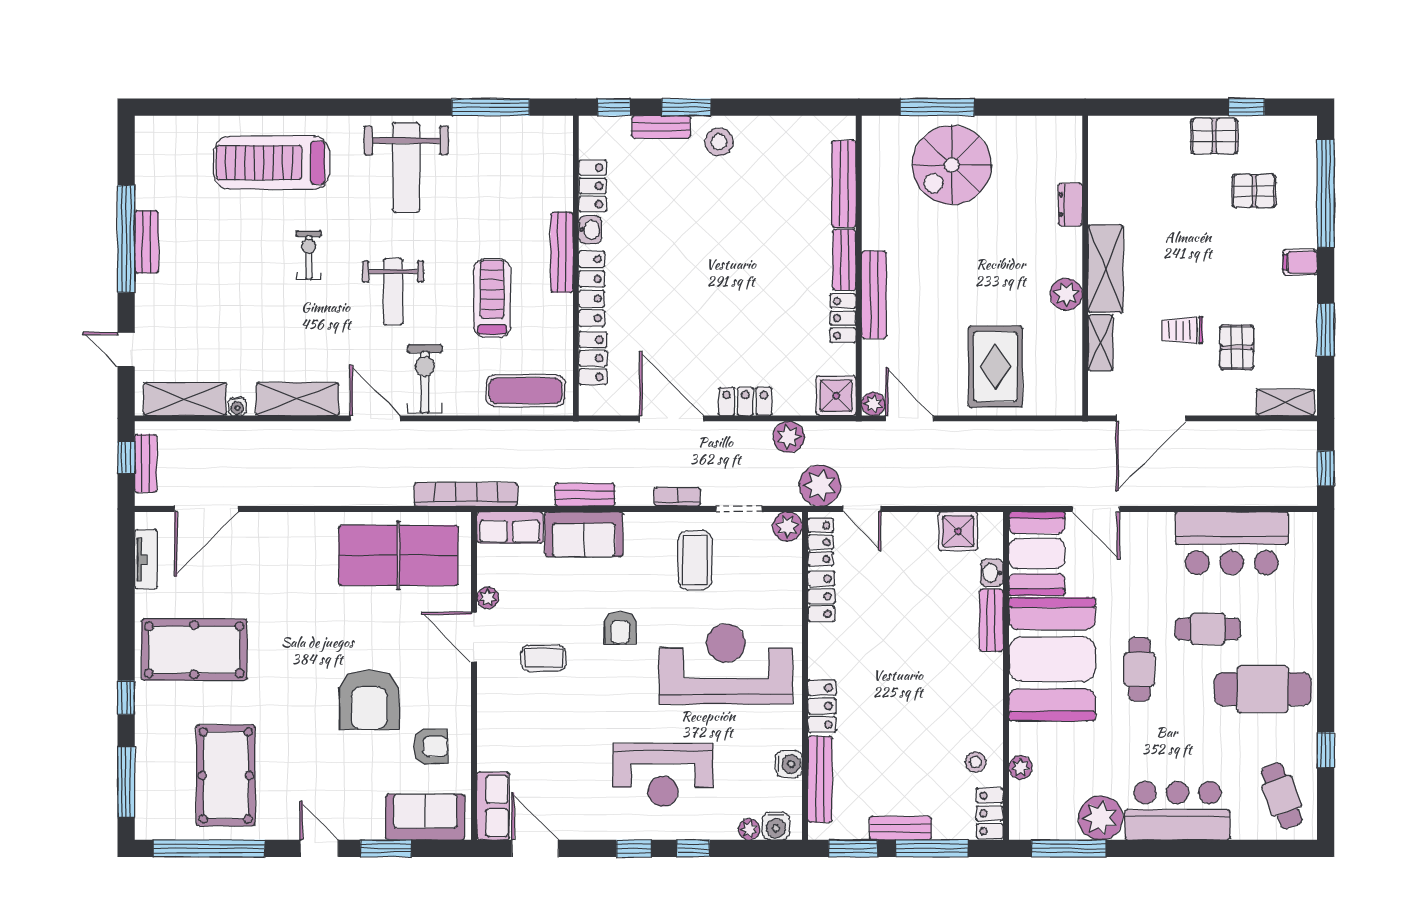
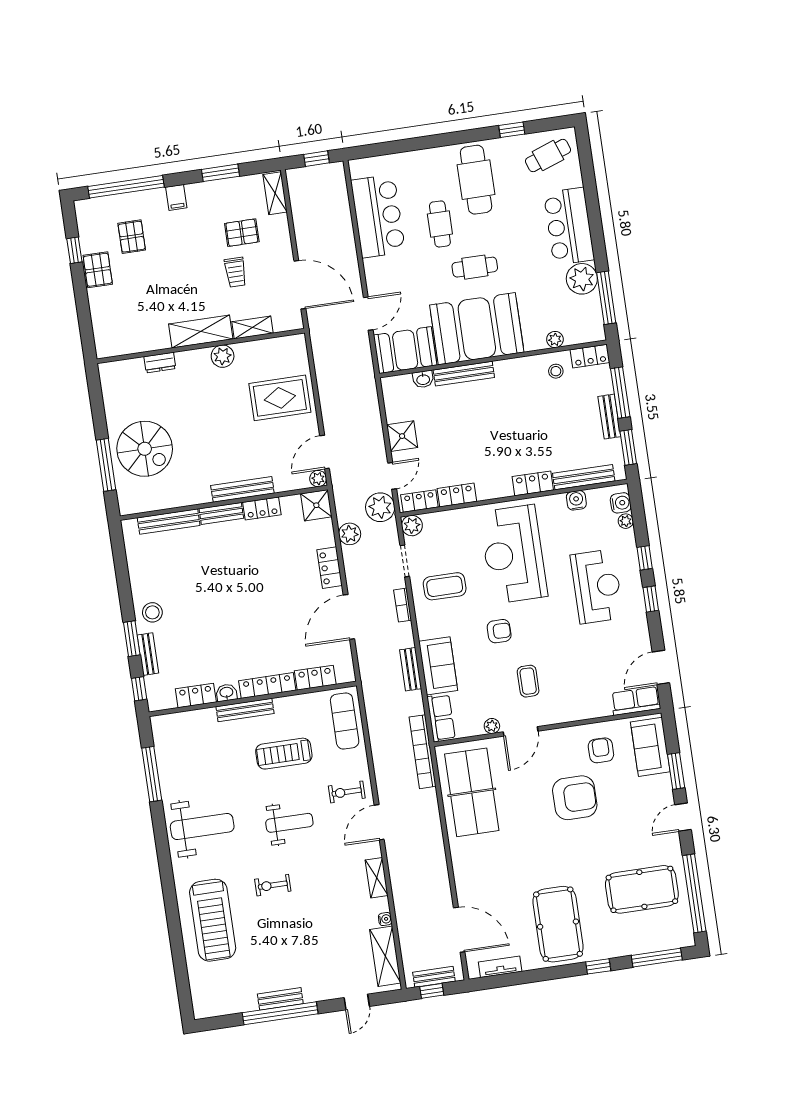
exercise bike: (425, 379) -> (347, 792), width x0.73, depth x0.72
shelving: (298, 399) -> (377, 878), width x0.67, depth x0.75
shower: (958, 531) -> (402, 436), moved
bench: (991, 620) -> (464, 374), width x1.36

